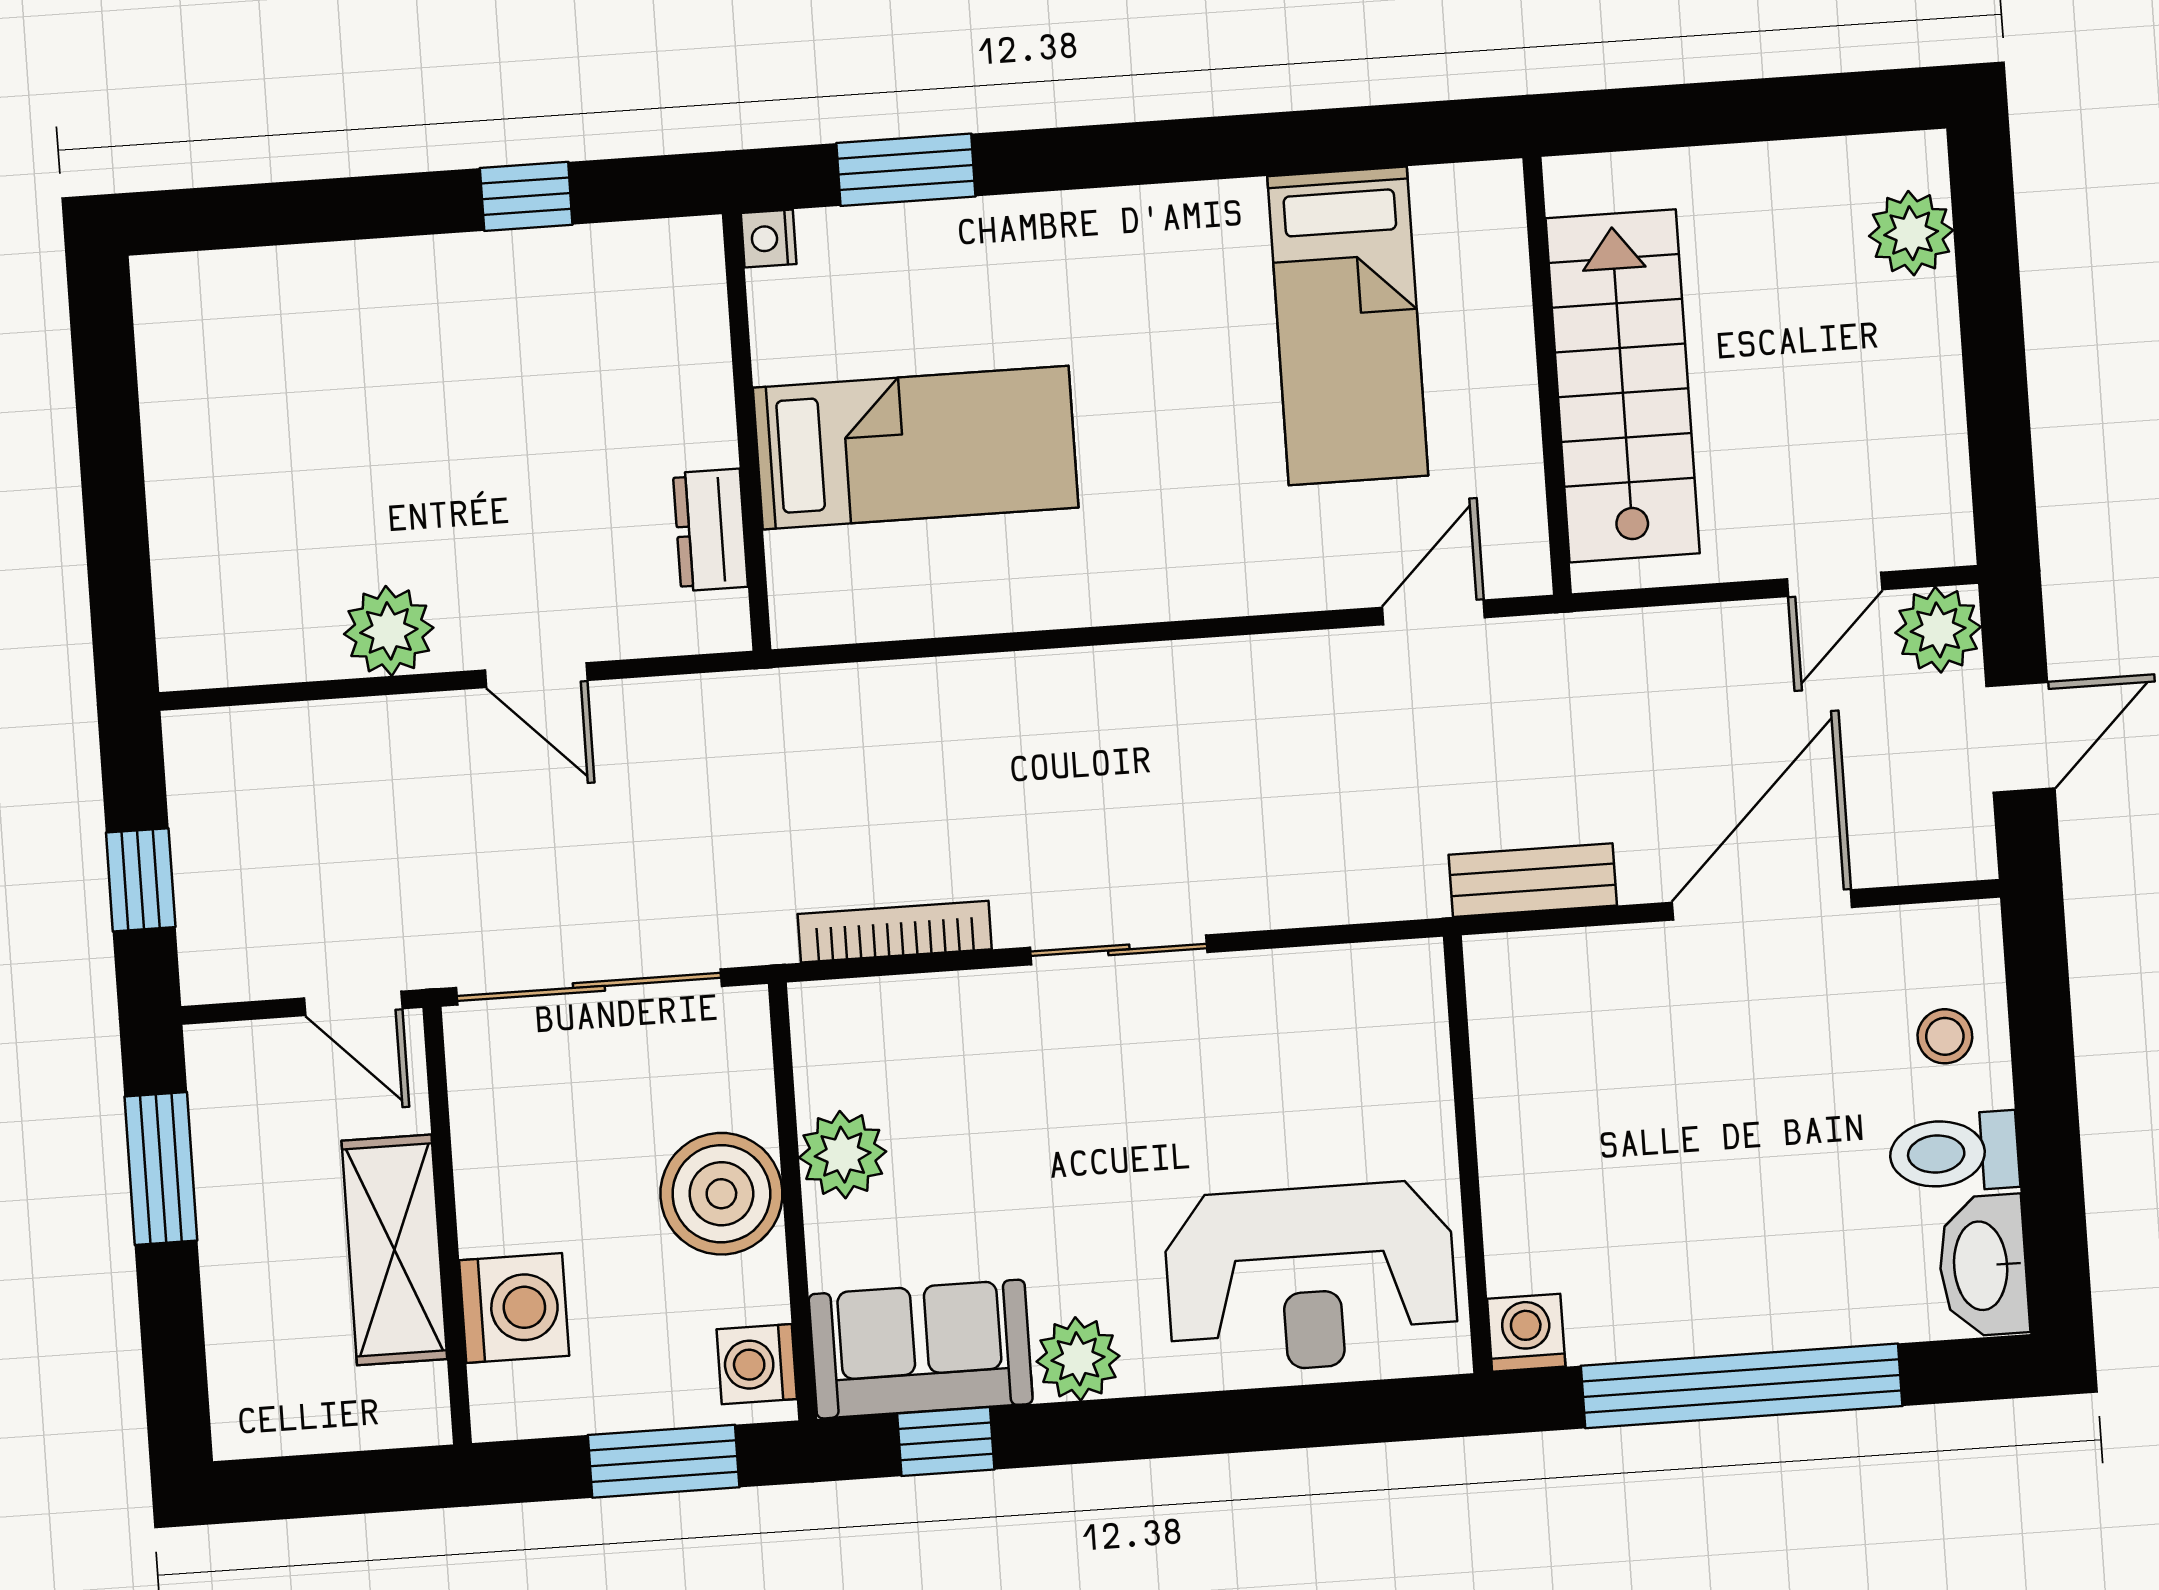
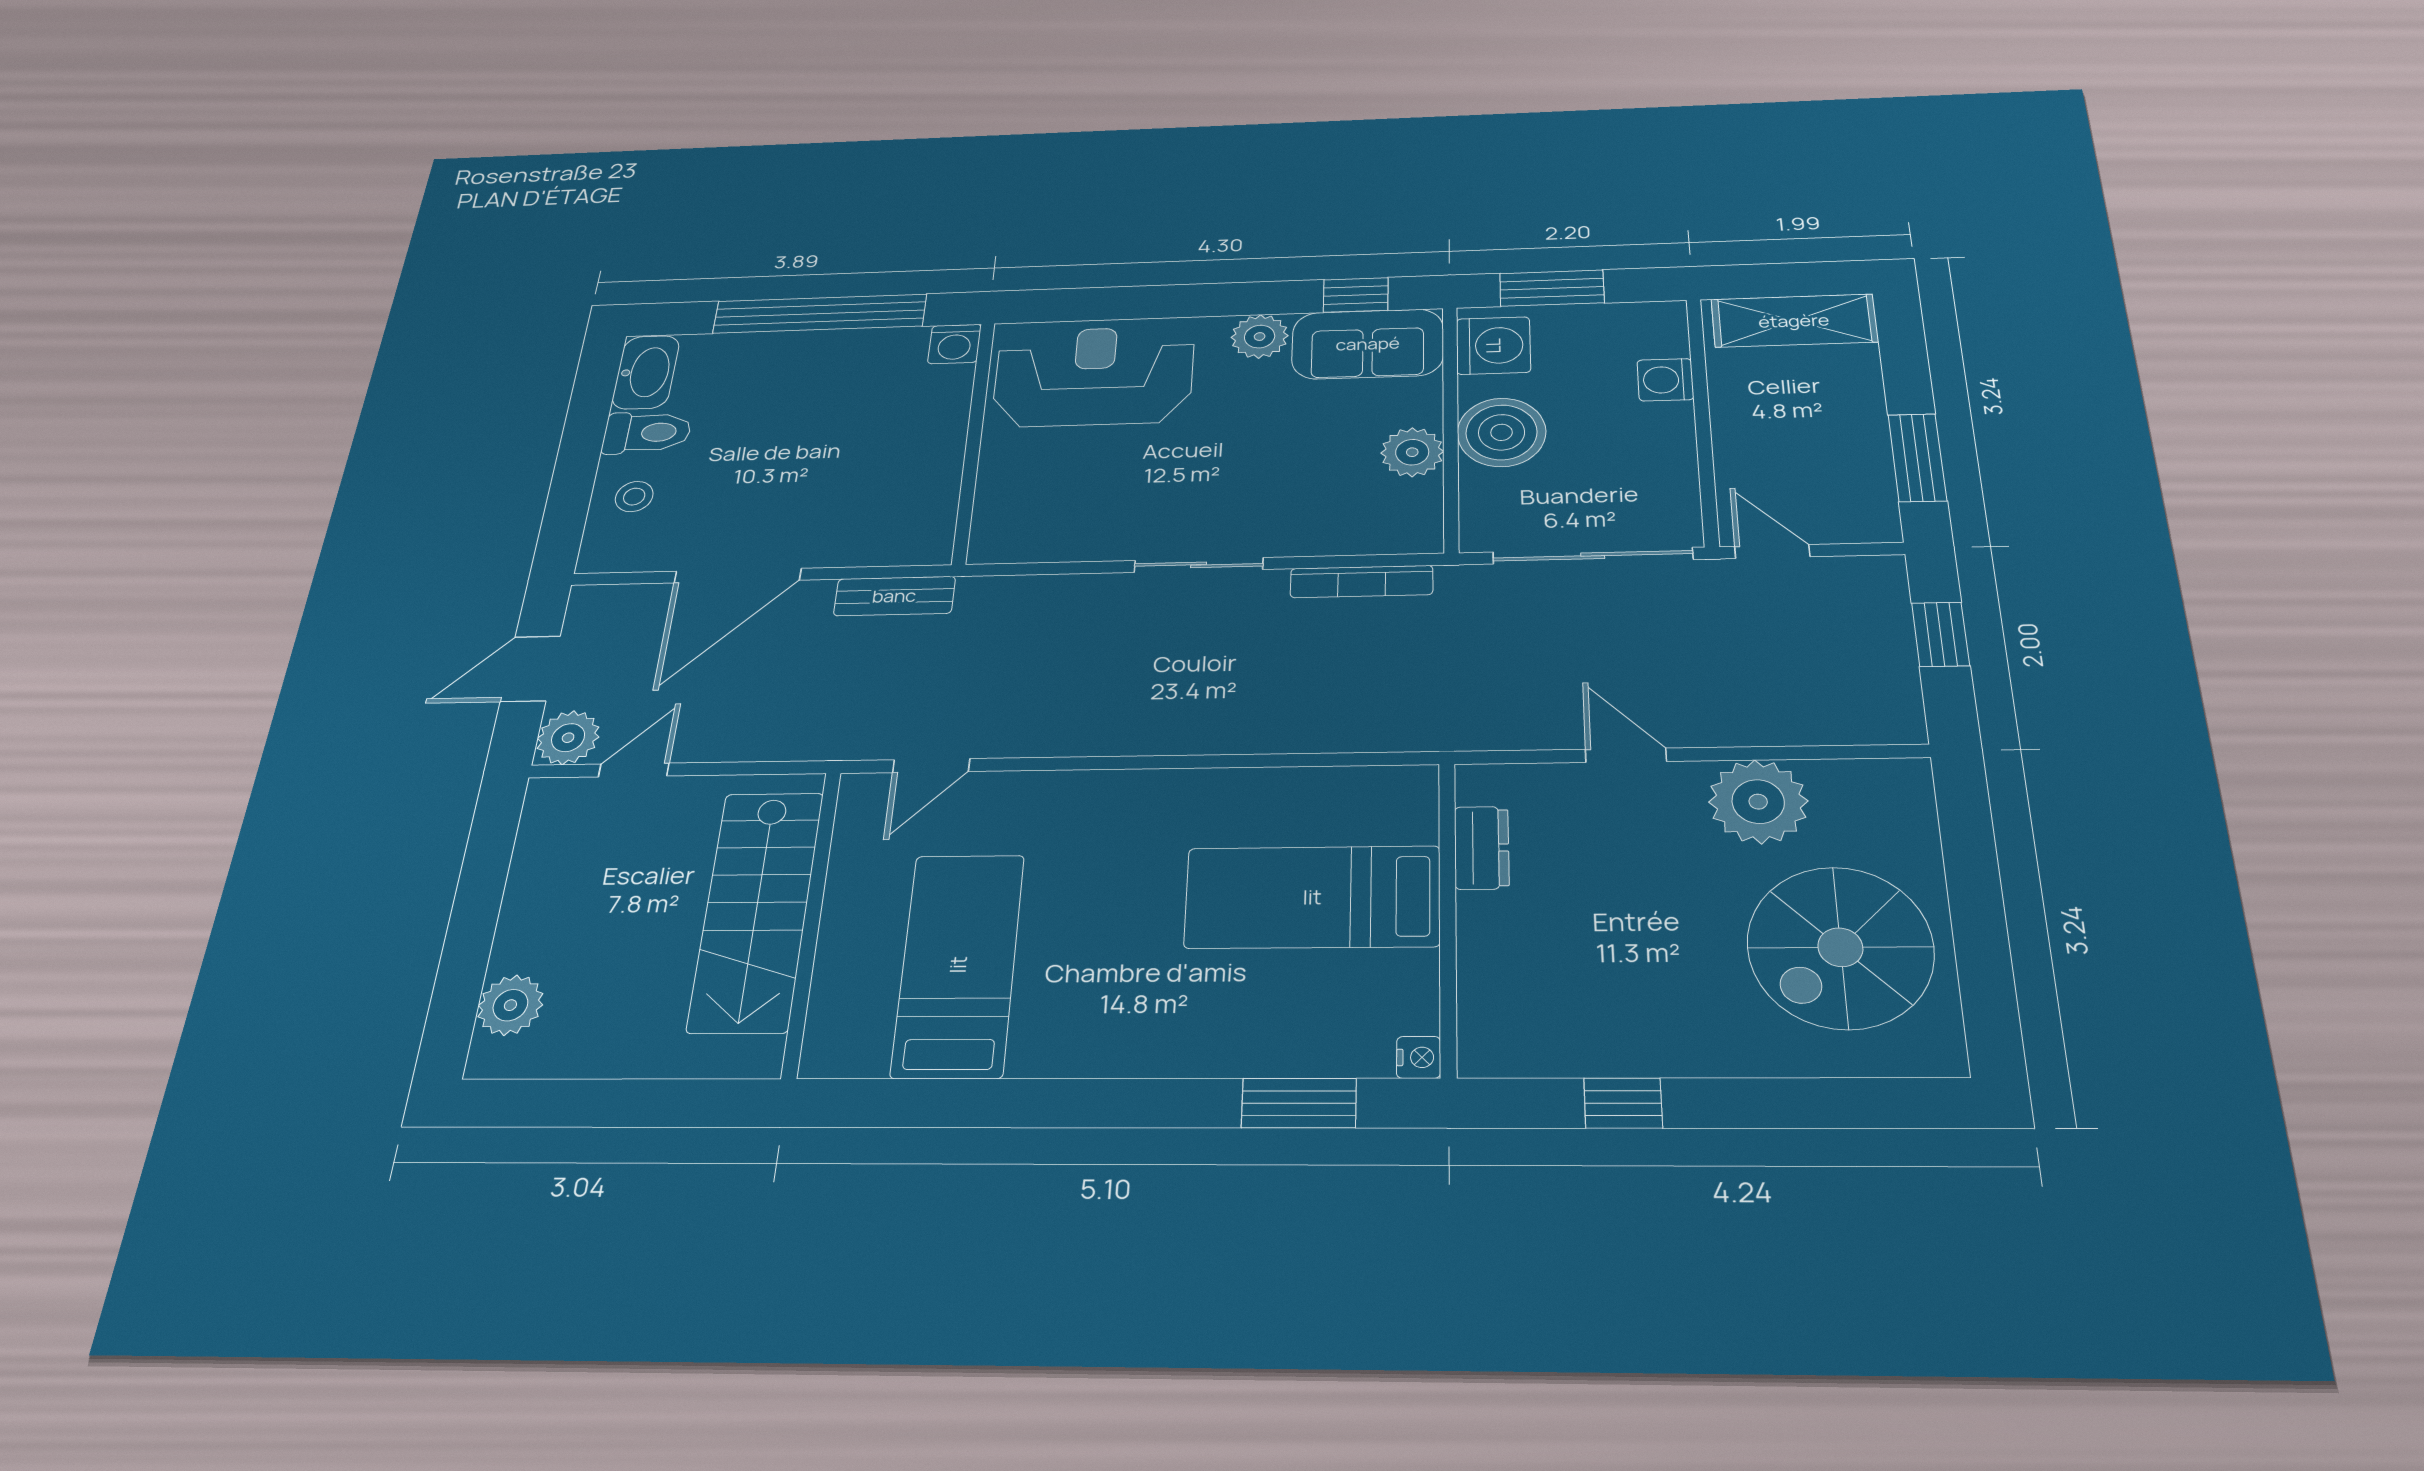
spiral stairs: (274, 417) -> (1840, 947), added
plant: (389, 631) -> (1758, 802), width x1.36, depth x1.36
shelving: (394, 1250) -> (1794, 321), moved, turned 90
washing machine: (514, 1308) -> (1665, 380), width x0.73, depth x0.73
washing machine: (757, 1364) -> (1493, 346), width x1.38, depth x1.38

